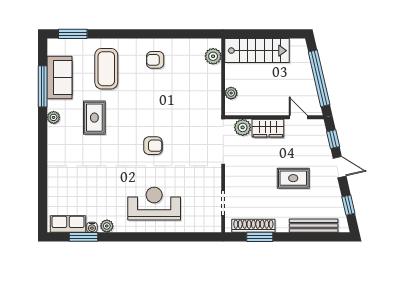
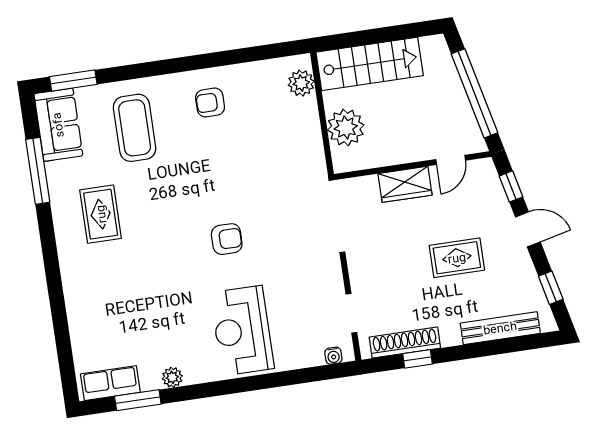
sofa: (60, 78) -> (58, 125), moved
plant: (231, 93) -> (346, 127), width x1.87, depth x1.87
plant: (54, 117) -> (62, 218), removed
door: (298, 117) -> (451, 160), swing flipped
rug: (94, 118) -> (101, 214), moved
plant: (243, 127) -> (365, 189), removed
reception desk: (154, 204) -> (242, 331), turned -90
water cooler: (92, 227) -> (333, 356), moved
window: (260, 237) -> (418, 359), width x0.67

